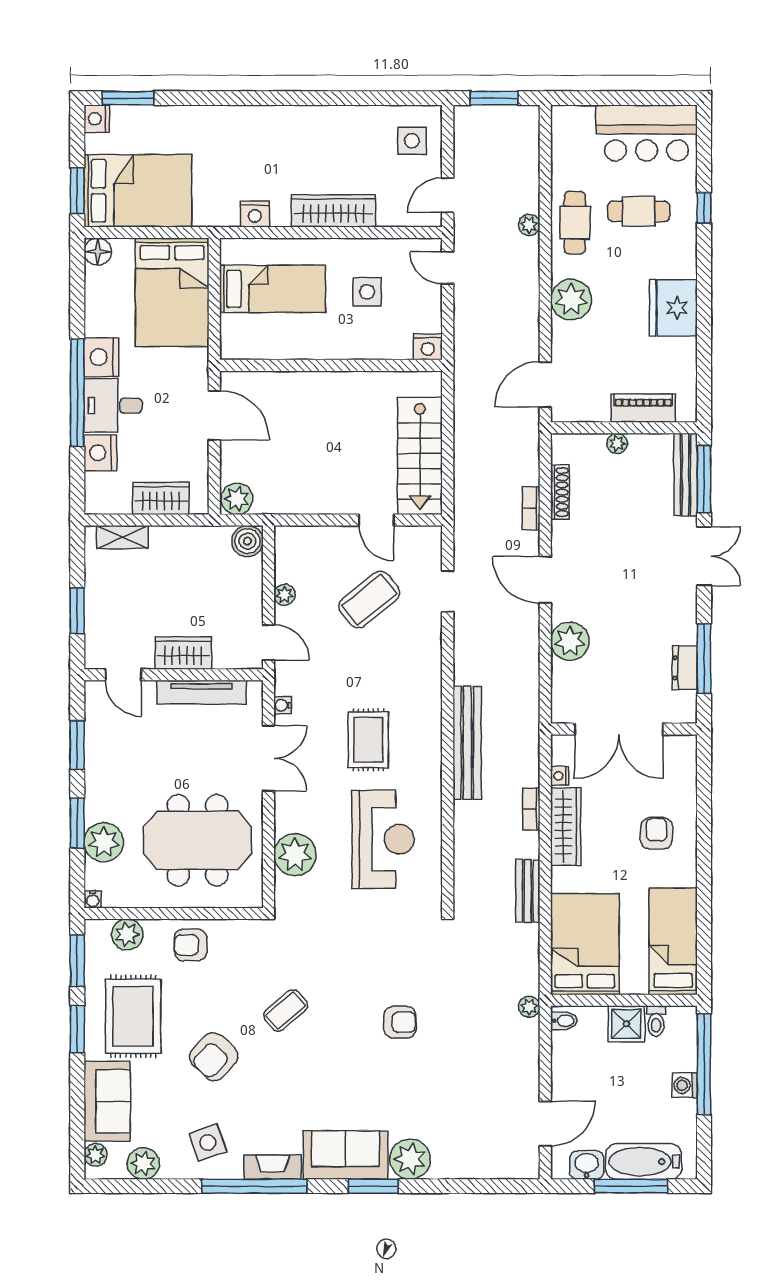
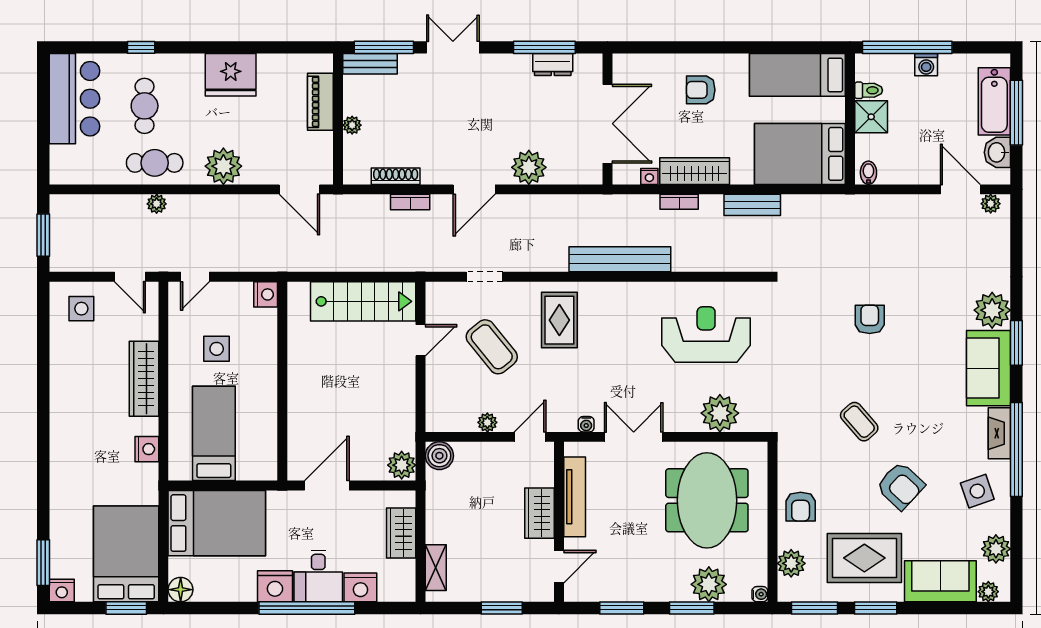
bench: (686, 475) -> (370, 64), width x0.73
rug: (368, 740) -> (559, 320), moved, turned 90
plant: (529, 1007) -> (991, 204), moved

